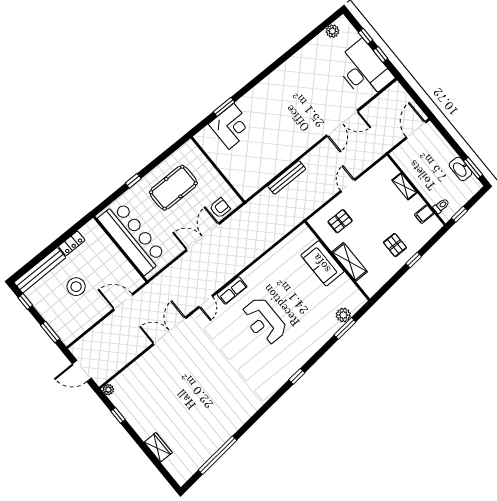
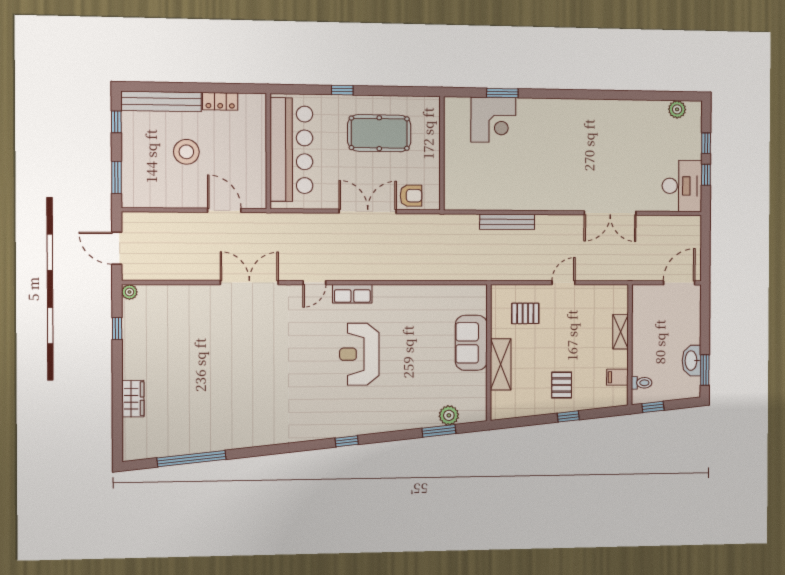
desk: (364, 70) -> (682, 186), width x0.73, depth x0.77

